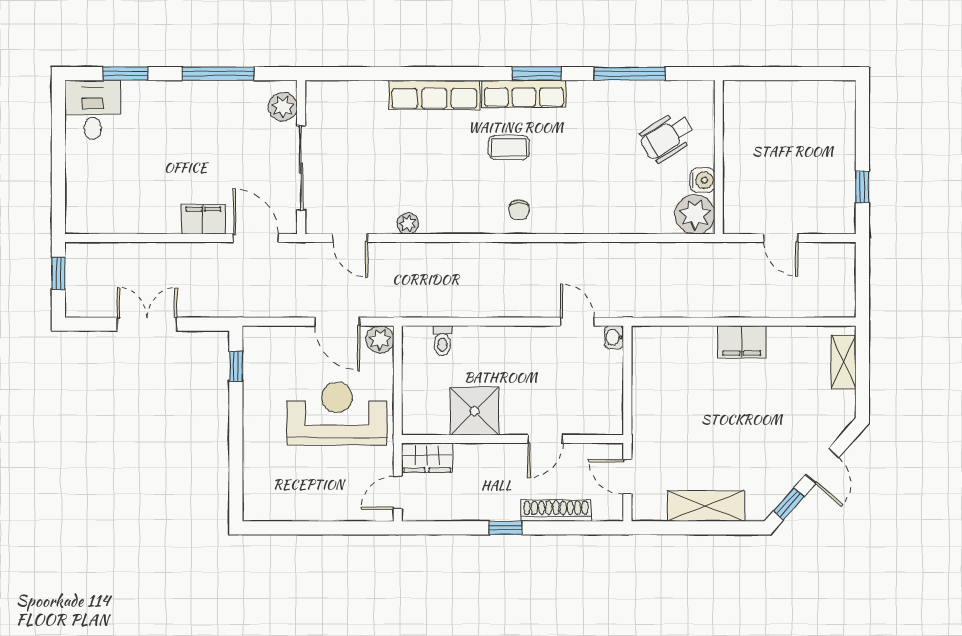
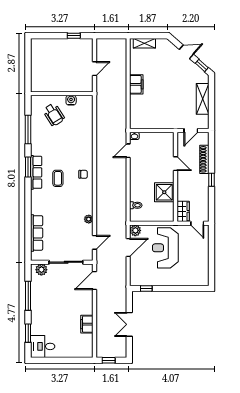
row of seats: (434, 95) -> (37, 233), moved
plant: (695, 214) -> (85, 103), removed
filing cabinet: (203, 219) -> (87, 324), moved

